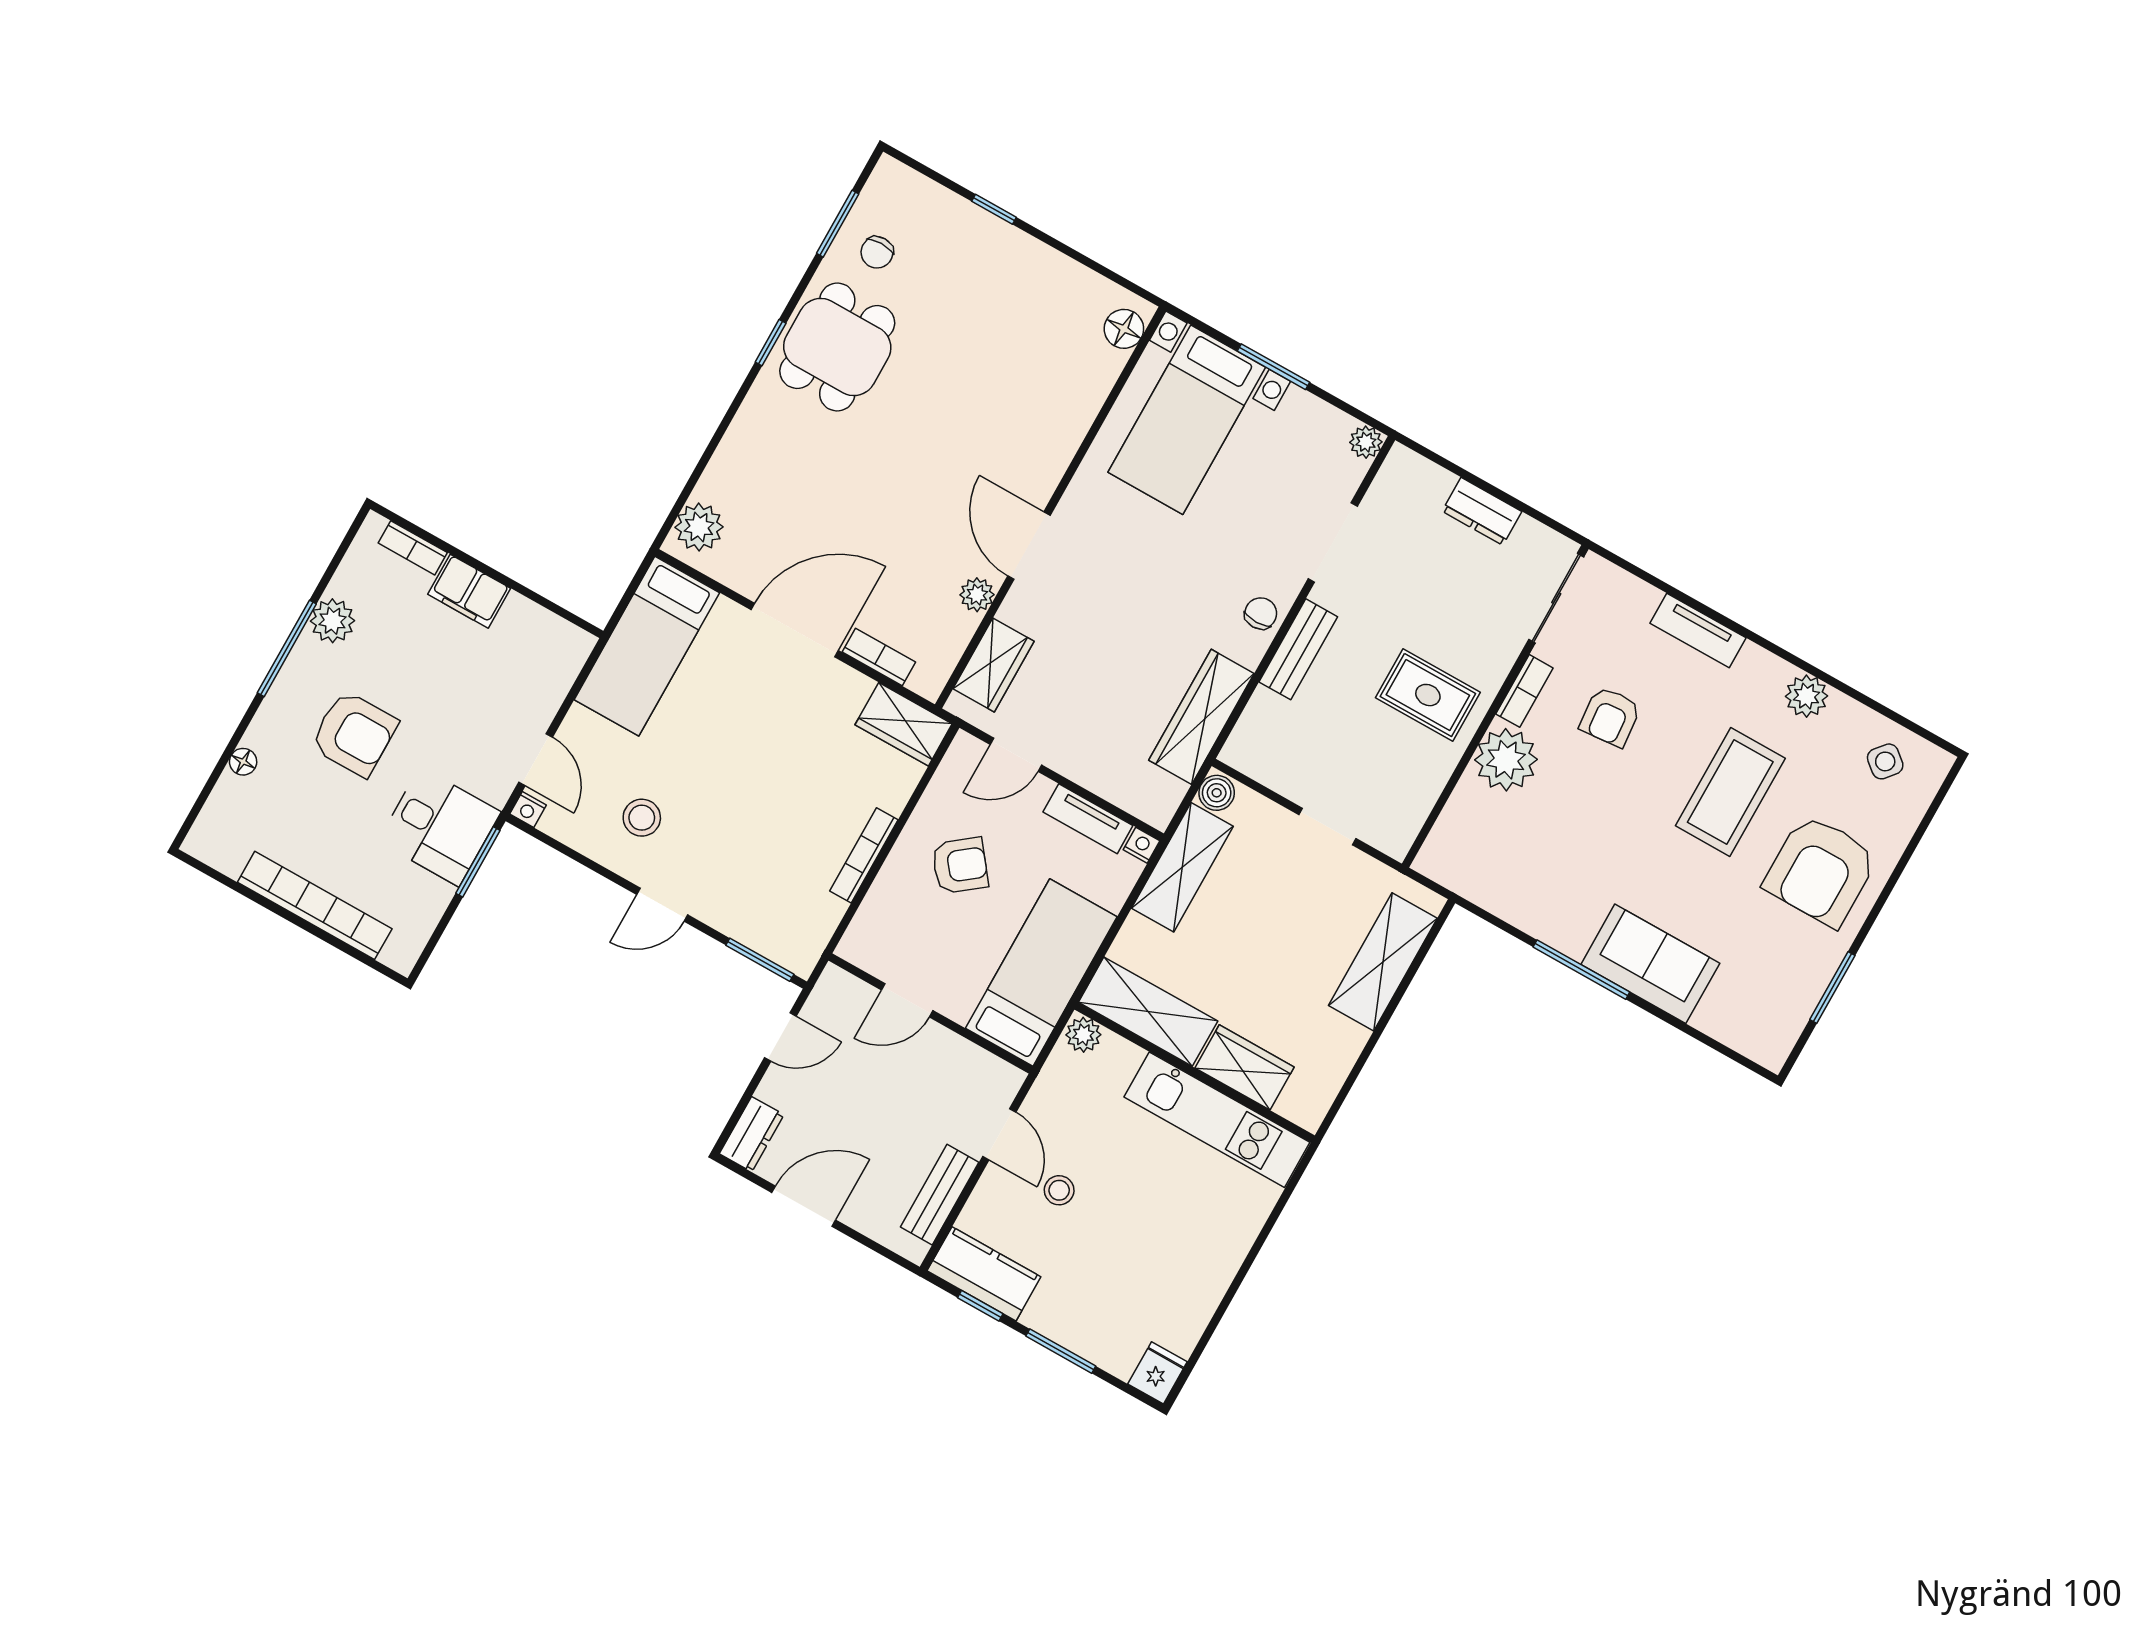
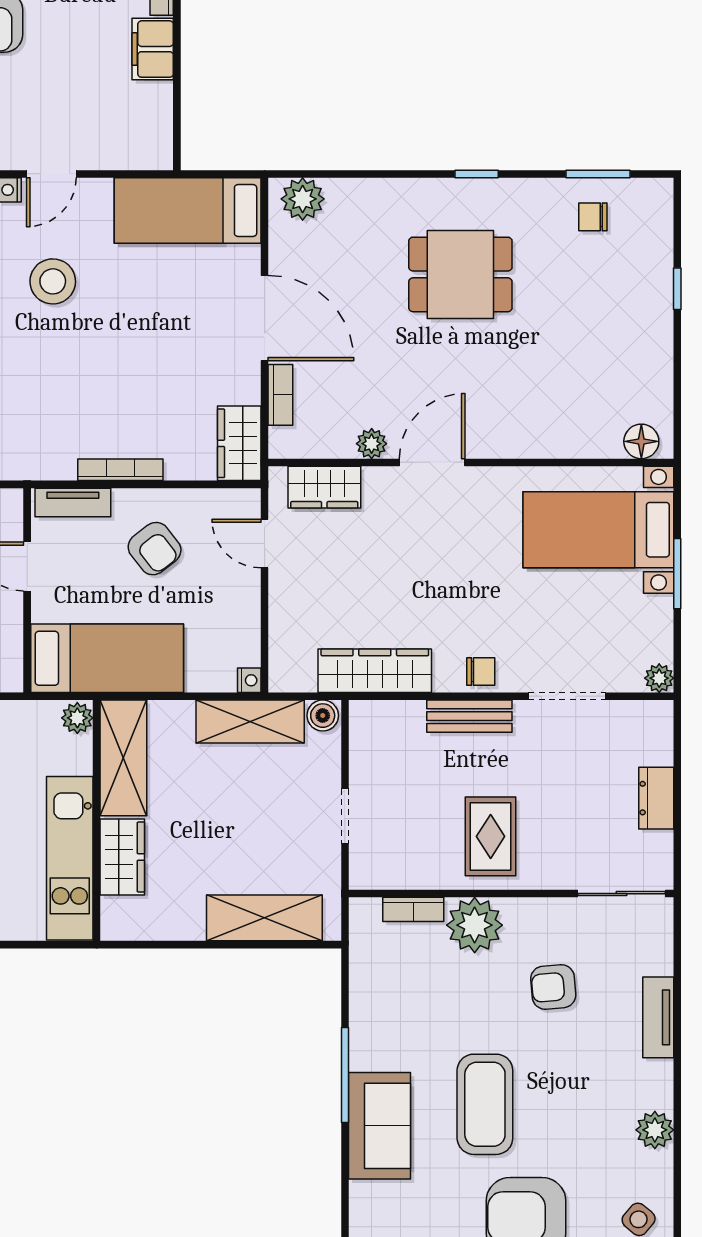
dining table: (837, 347) -> (460, 274), moved
bookcase: (1524, 691) -> (413, 909), moved
coffee table: (1730, 792) -> (485, 1104), moved, turned 90
stool: (642, 818) -> (53, 281), width x1.38, depth x1.38
tv unit: (1088, 819) -> (73, 502), moved, turned -90

